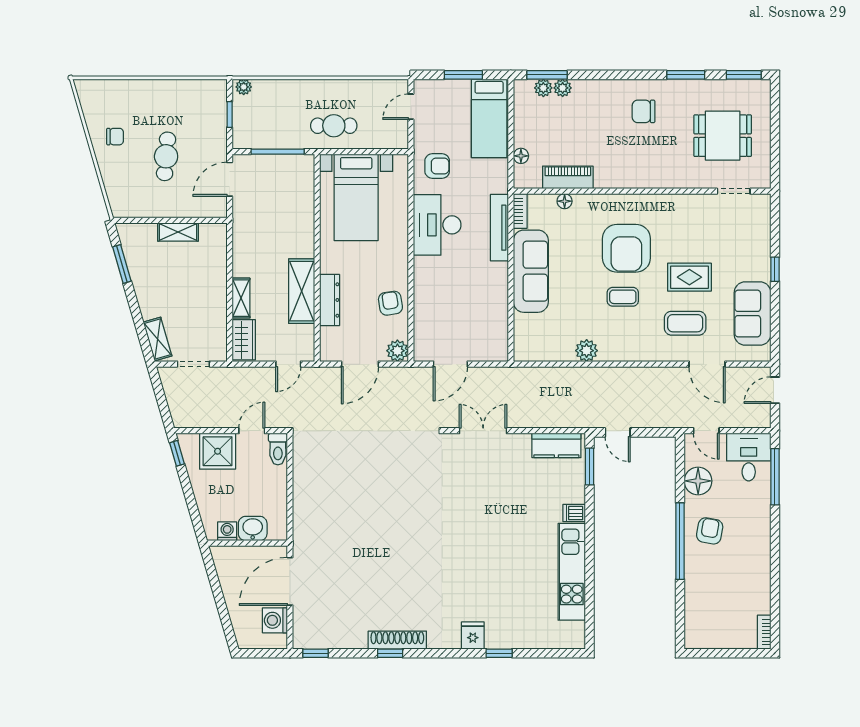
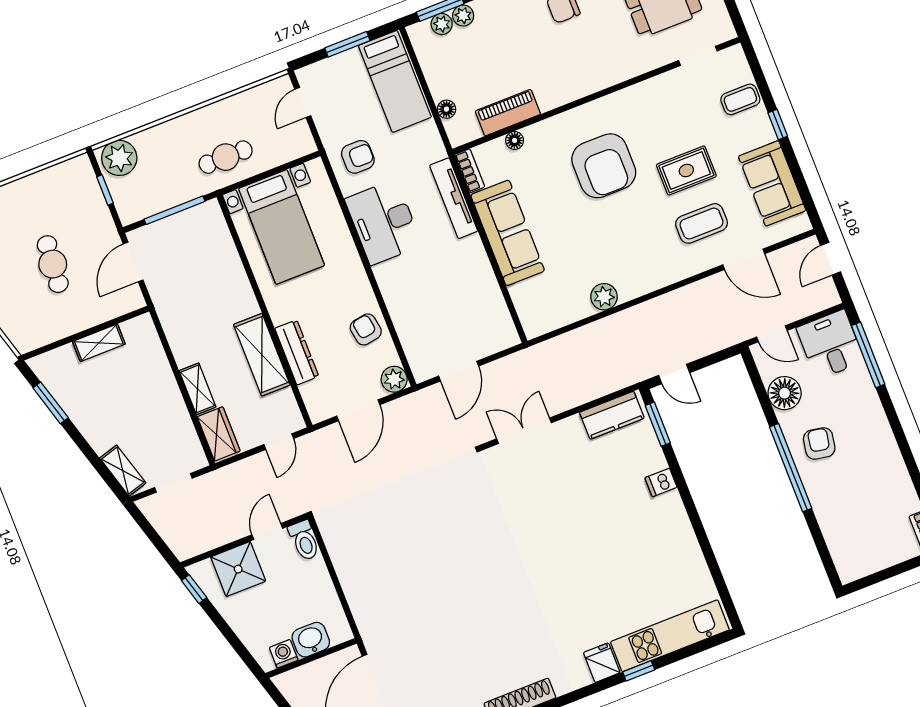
plant: (244, 87) -> (119, 158), width x1.88, depth x1.88
coffee table: (623, 297) -> (740, 99), moved
kitchen unit: (572, 572) -> (670, 636), moved, turned 90

